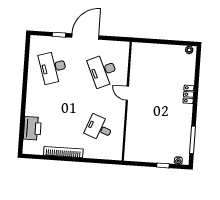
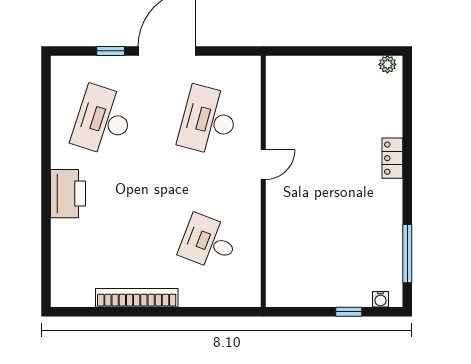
desk: (53, 67) -> (103, 120), turned 36
desk: (103, 71) -> (209, 120), turned 39
door: (127, 93) -> (263, 165), swing flipped
printer: (32, 128) -> (68, 194), moved

